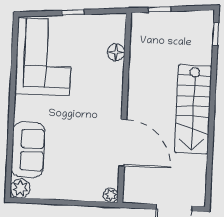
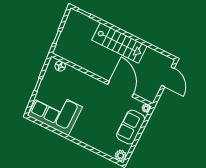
floor lamp: (116, 52) -> (60, 66), moved
door: (123, 143) -> (121, 89), hinge flipped
sofa: (28, 150) -> (131, 127), moved, turned -90

